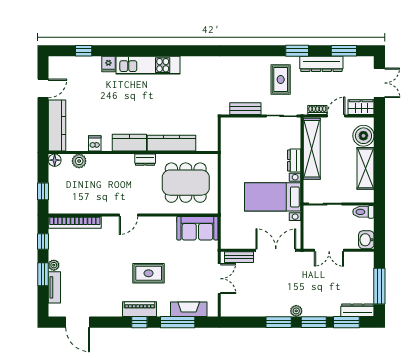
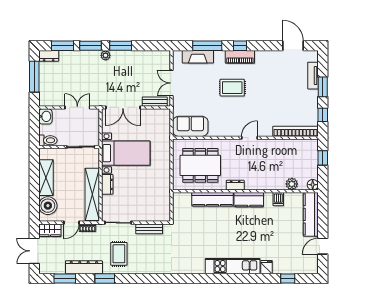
plant: (54, 265) -> (313, 95), removed
dresser: (357, 310) -> (49, 56), width x0.70

